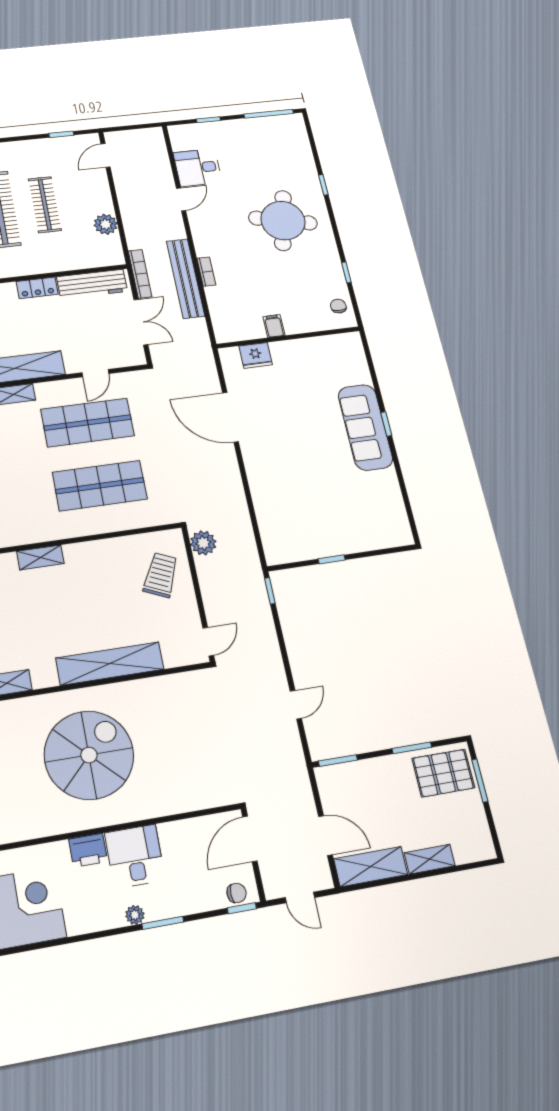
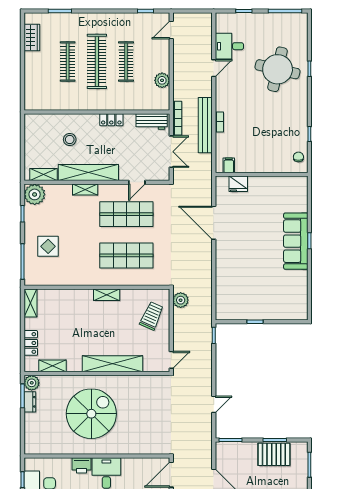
round table: (283, 221) -> (278, 69), moved
workbench: (92, 284) -> (152, 121), width x0.73
filing cabinet: (274, 326) -> (229, 165), moved
shelving: (40, 557) -> (107, 295), moved
pallet: (443, 773) -> (274, 454), moved

